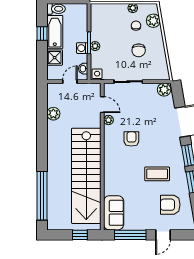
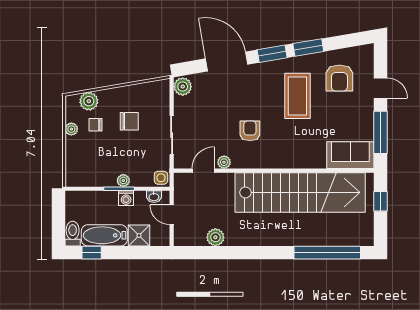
window: (42, 34) -> (92, 253), moved
armchair: (131, 139) -> (250, 131), turned 90
coffee table: (157, 174) -> (297, 96), width x1.36, depth x1.32

